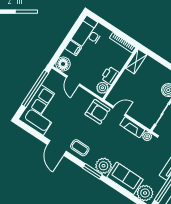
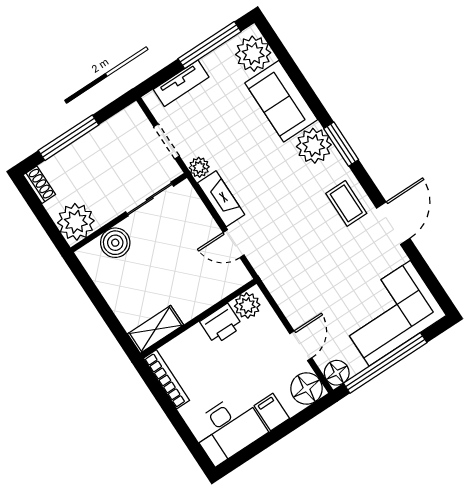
floor lamp: (53, 76) -> (337, 373), added
armchair: (97, 112) -> (279, 261), removed

